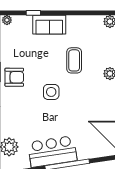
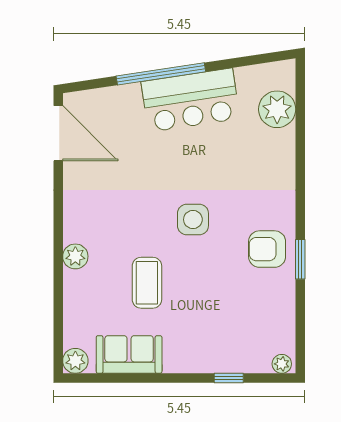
sofa: (49, 25) -> (129, 354), moved

